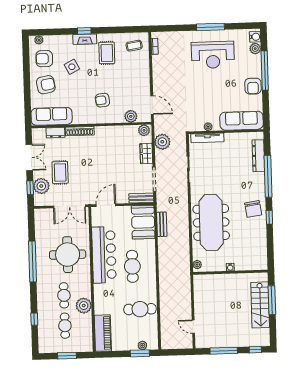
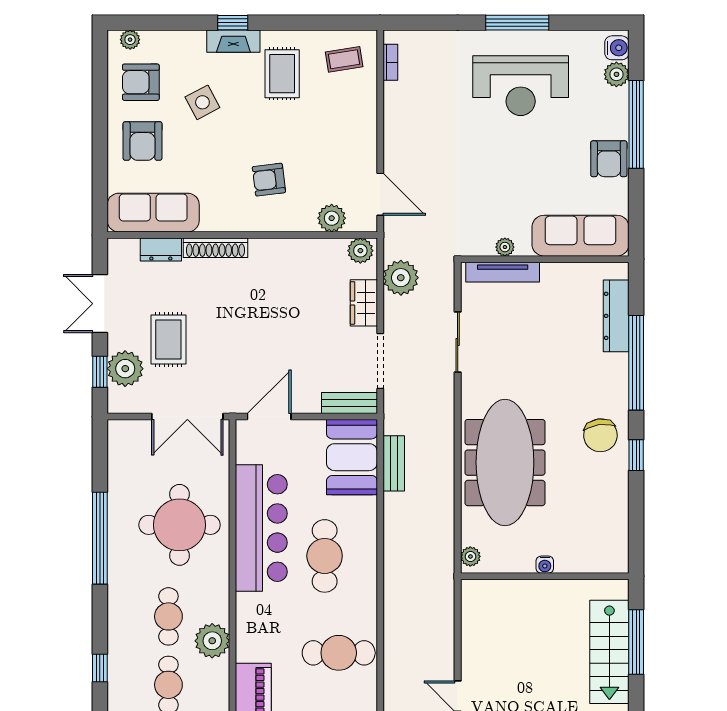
armchair: (46, 85) -> (142, 141), turned 100
double door: (29, 157) -> (100, 304), swing flipped

